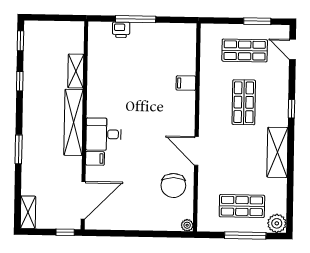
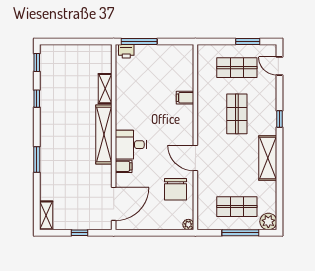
shelving: (76, 71) -> (105, 89), moved
shelving: (74, 122) -> (104, 135), moved
wall: (84, 125) -> (114, 137), moved
desk: (104, 134) -> (131, 145), moved
filing cabinet: (95, 158) -> (124, 166), moved
door: (83, 200) -> (114, 204), moved

